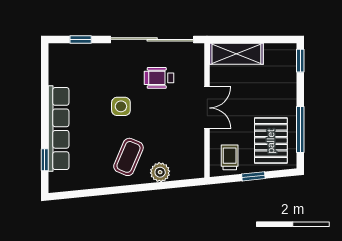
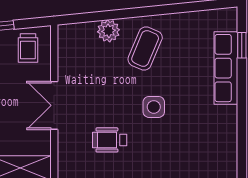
wheelchair: (159, 78) -> (110, 140), turned 180
row of seats: (59, 129) -> (226, 68), width x0.73

